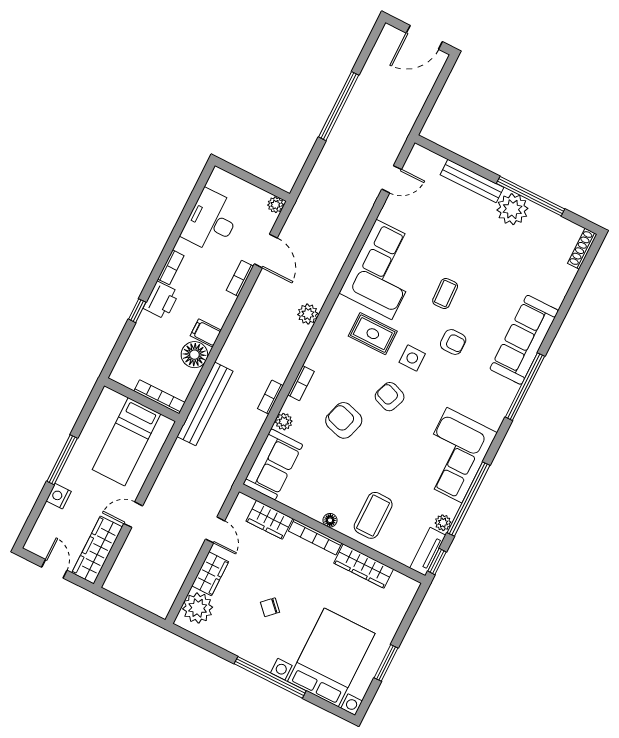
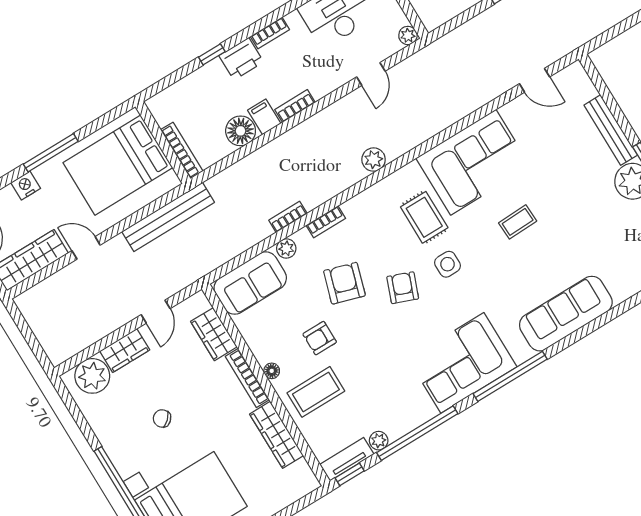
door: (266, 251) -> (371, 74), width x0.73
bookcase: (240, 278) -> (295, 106), moved
armchair: (453, 342) -> (320, 338), moved, turned 90
window: (525, 387) -> (510, 376), moved
bench: (205, 404) -> (168, 217), moved
bed: (127, 442) -> (118, 165), width x1.50
corner sofa: (454, 455) -> (462, 363), moved

